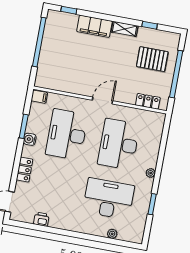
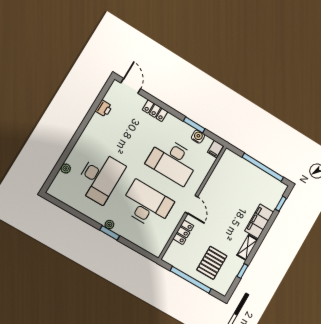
locker: (148, 101) -> (183, 232), moved
desk: (67, 135) -> (173, 161), turned 180
water cooler: (30, 139) -> (198, 137), moved
window: (152, 204) -> (110, 233), moved

